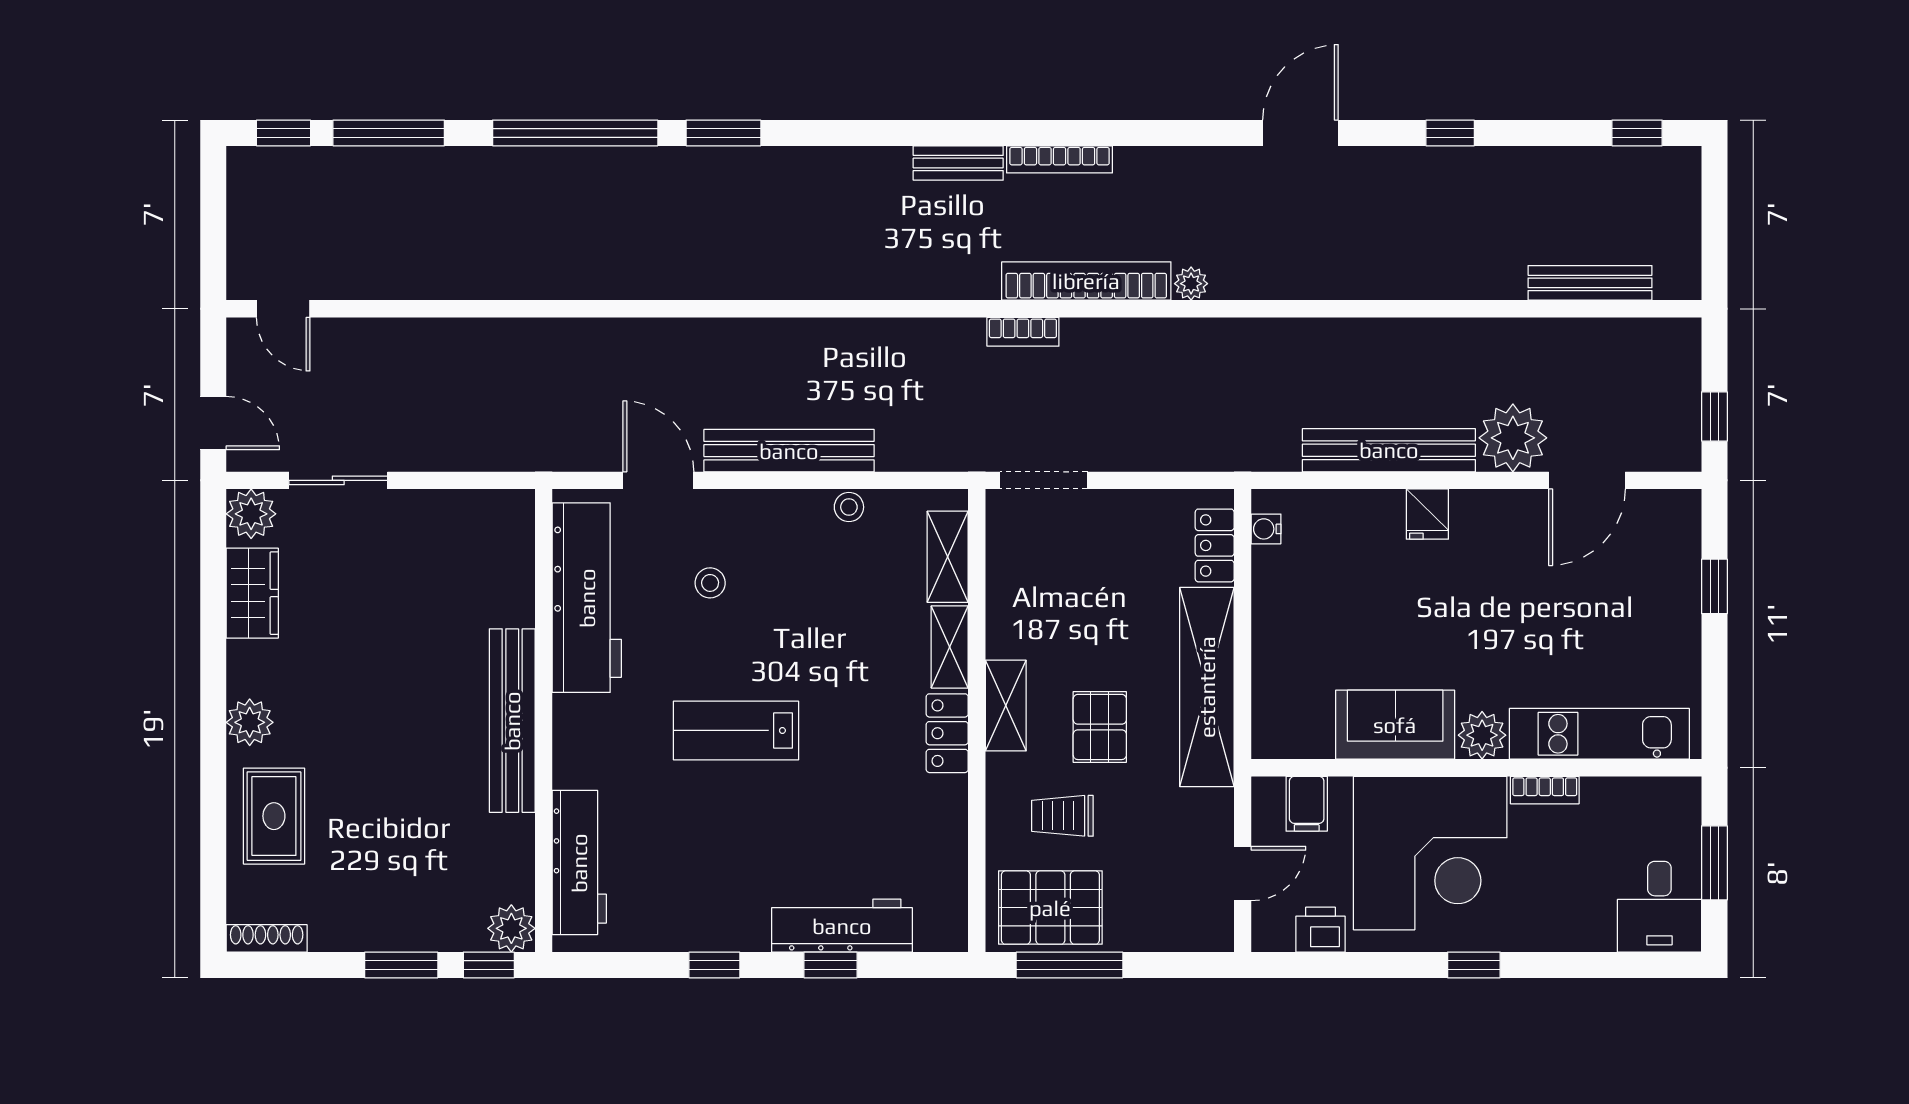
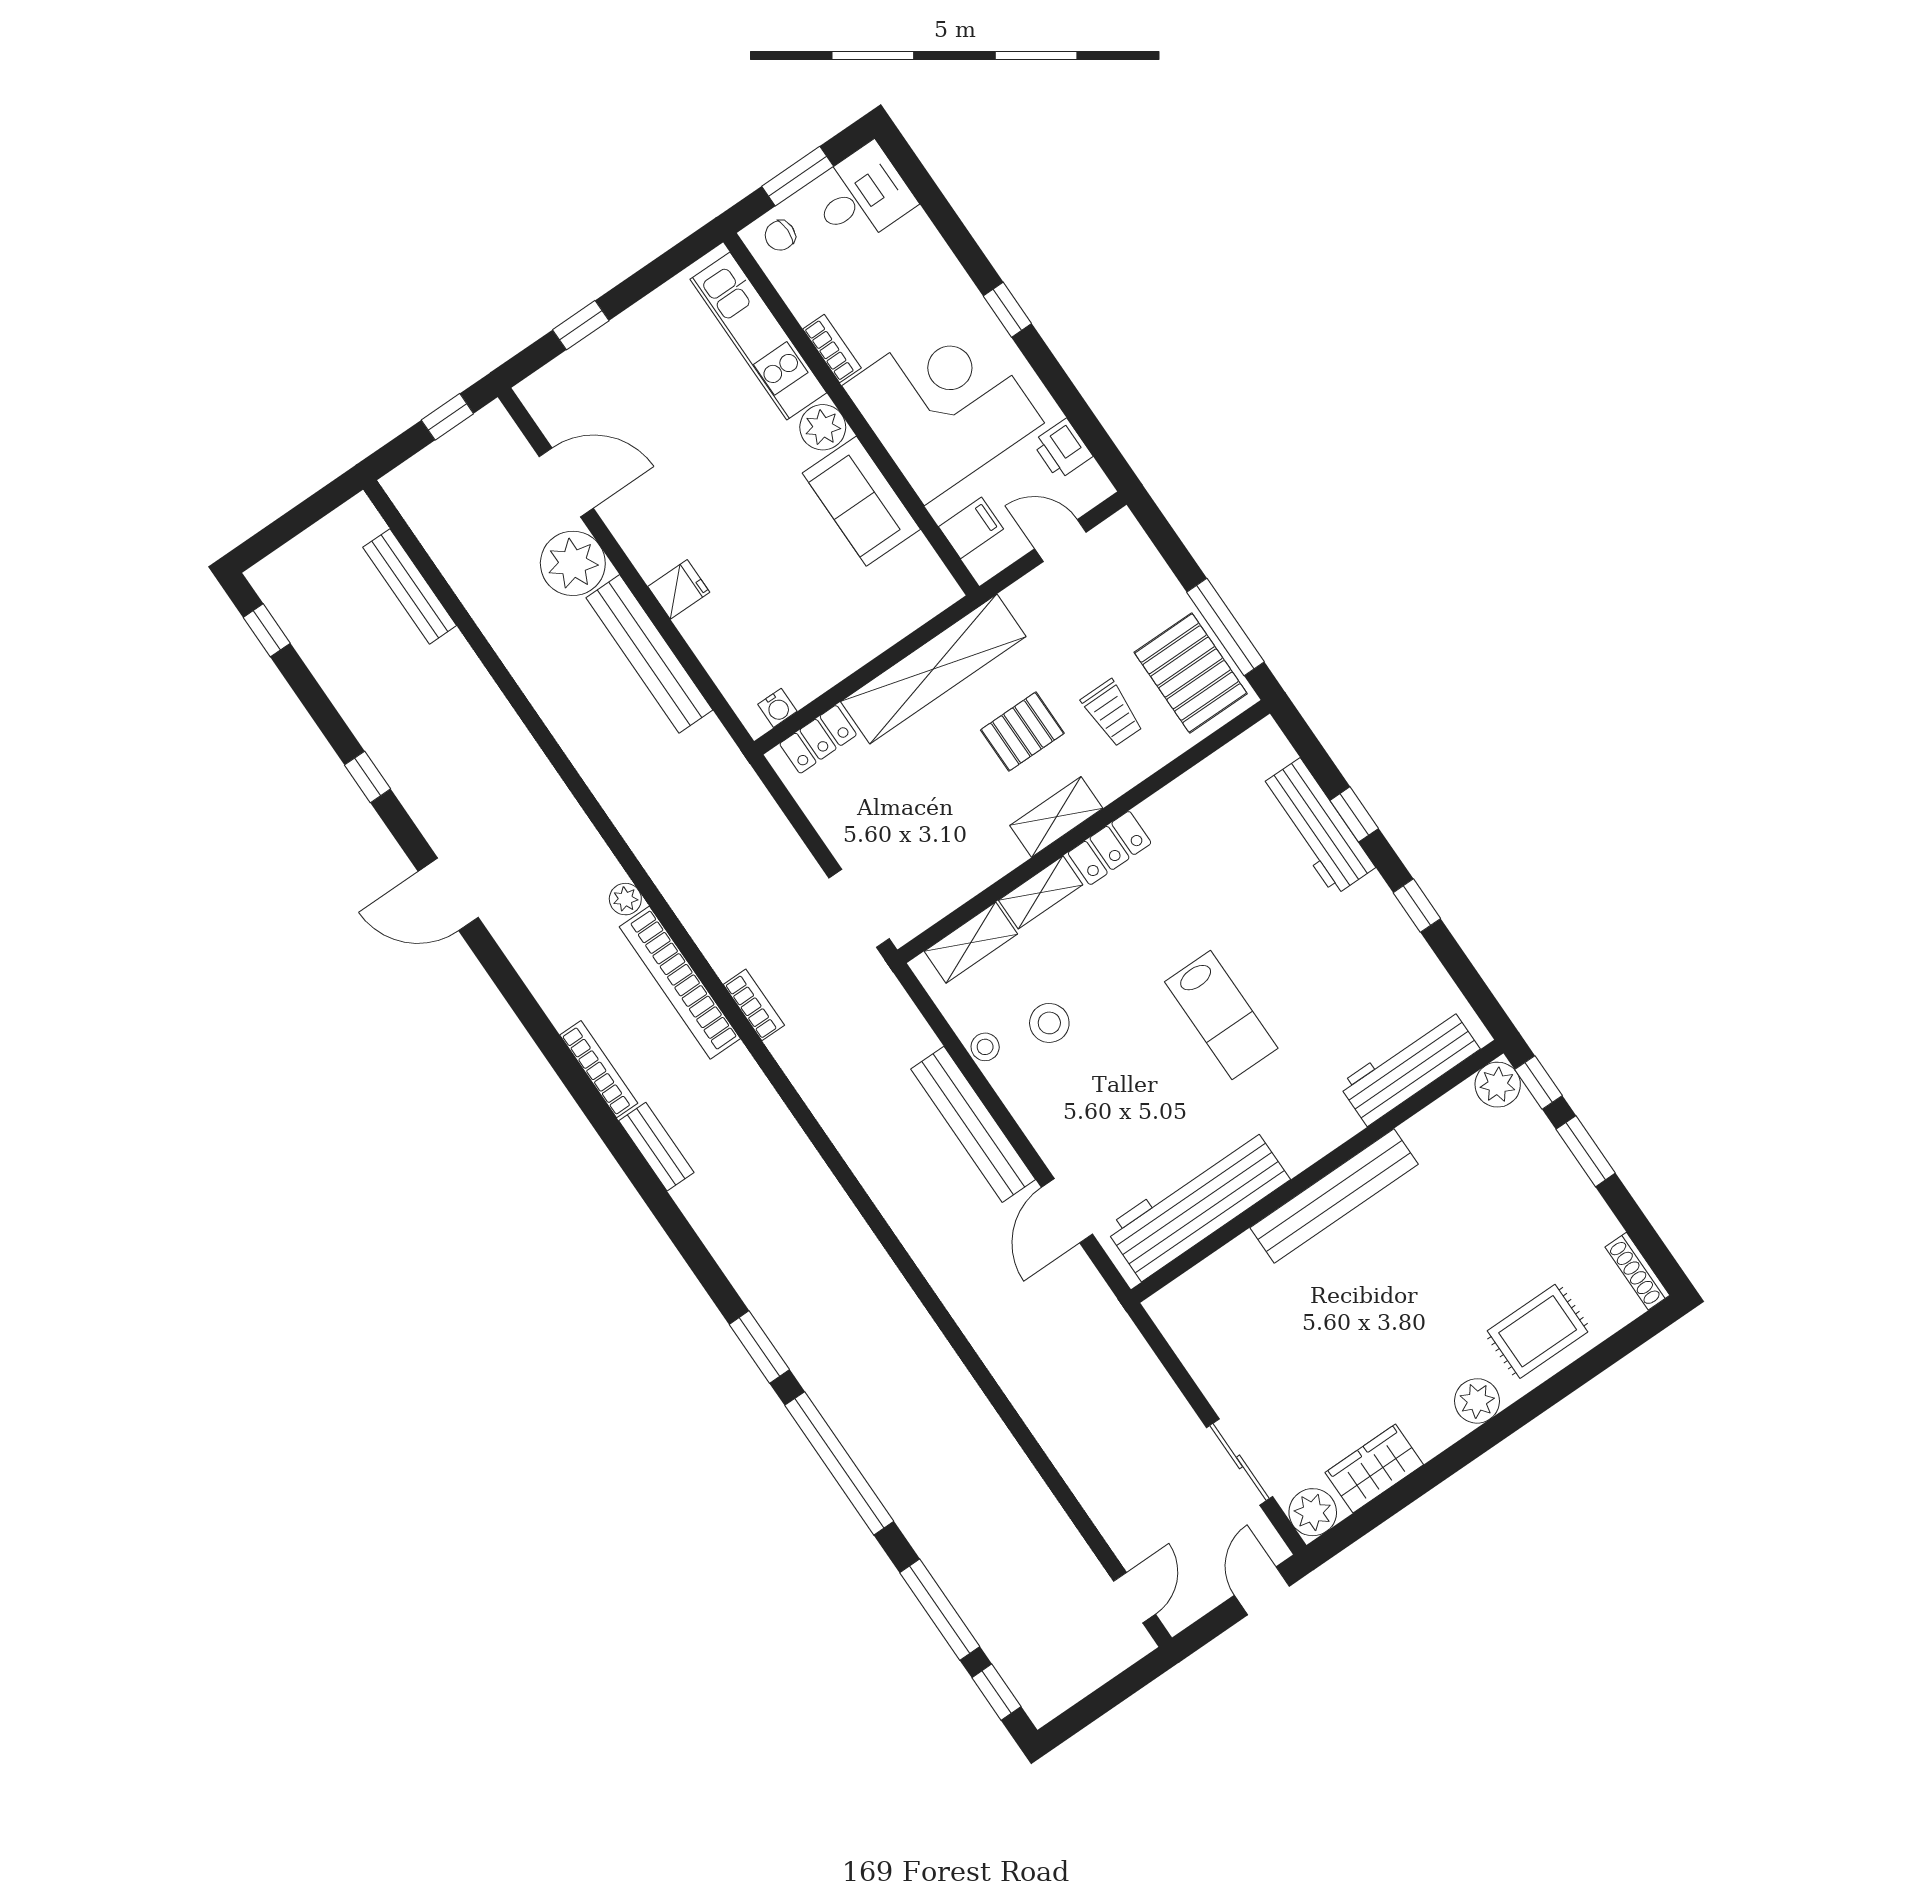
stool: (710, 583) -> (1049, 1023), moved, width x1.37, depth x1.37
chair: (1673, 812) -> (780, 235), added

